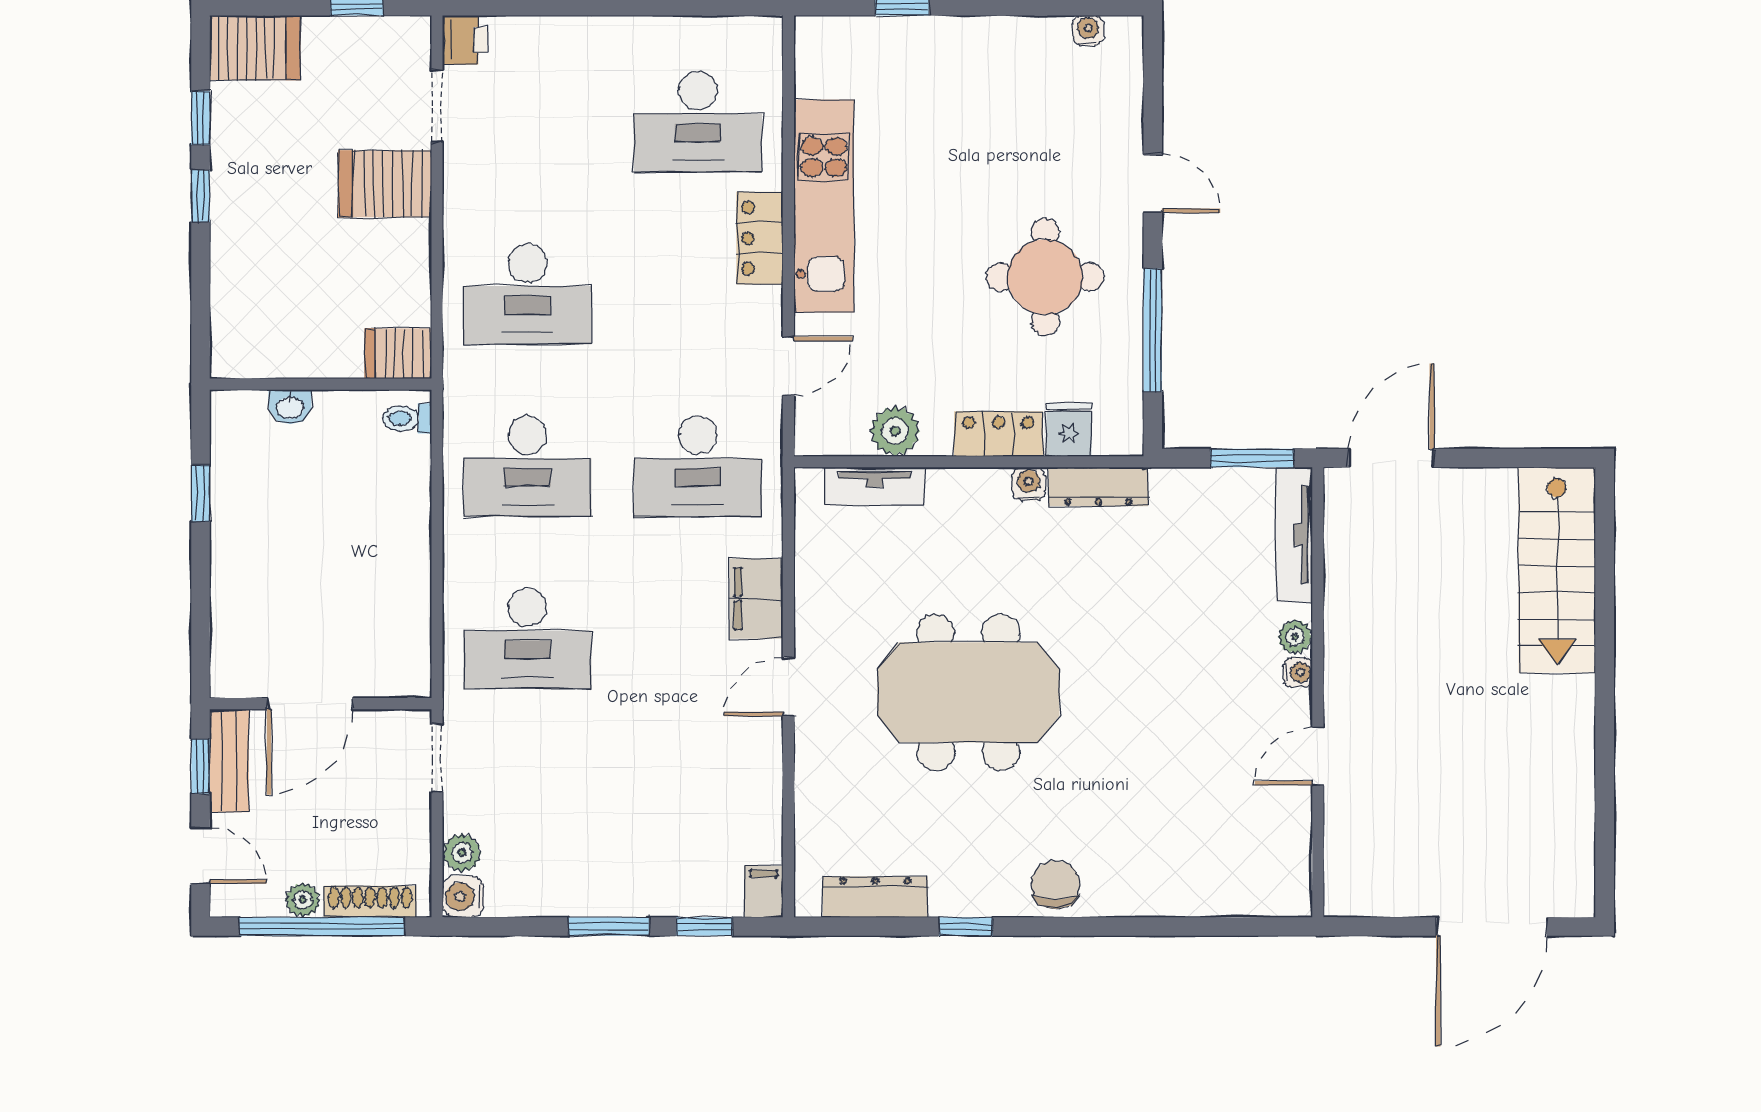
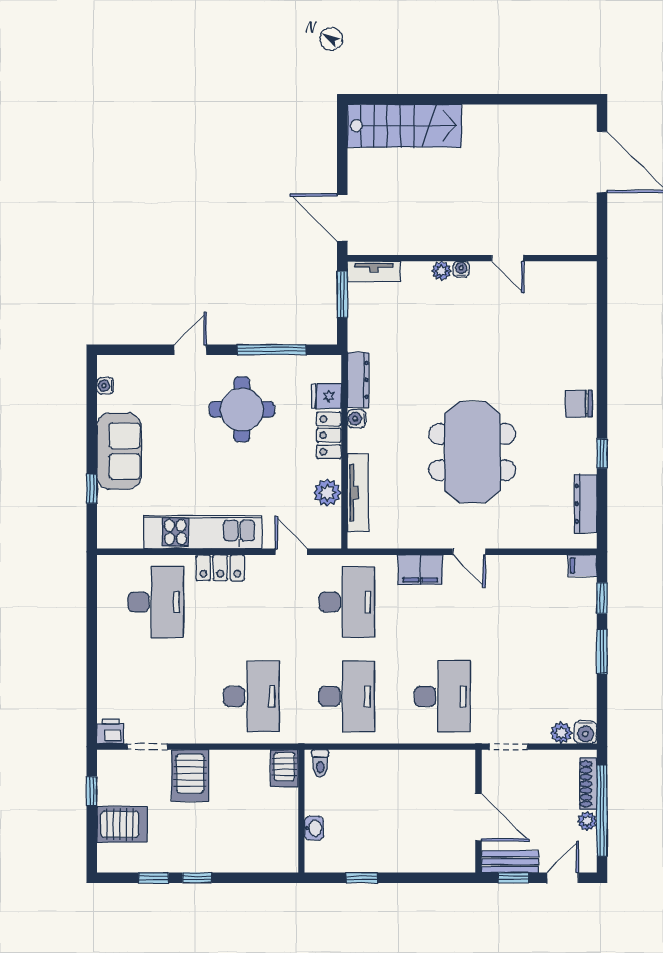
server rack: (255, 48) -> (122, 824), moved, turned 90
sofa: (970, 55) -> (119, 451), added
tv unit: (874, 486) -> (358, 493), width x1.41
tv unit: (1294, 535) -> (374, 271), width x0.71

